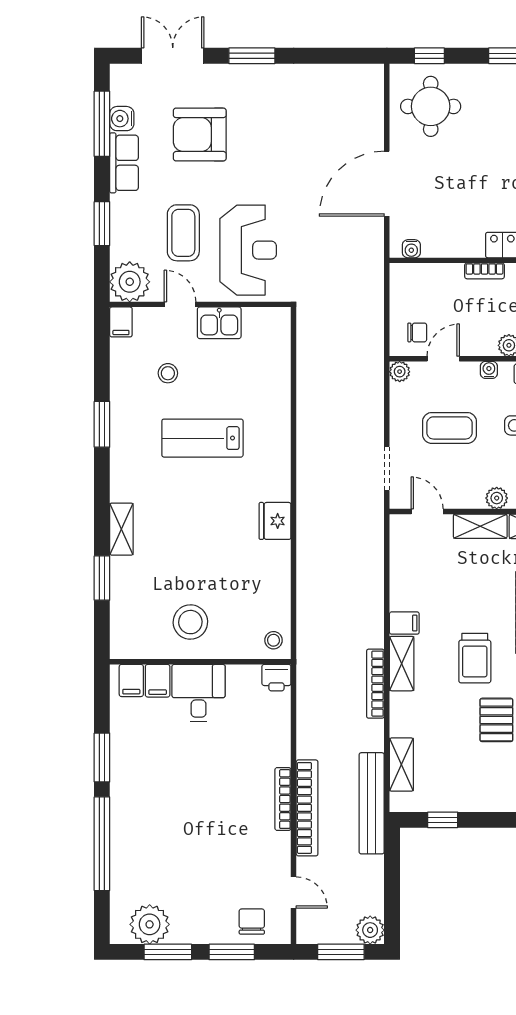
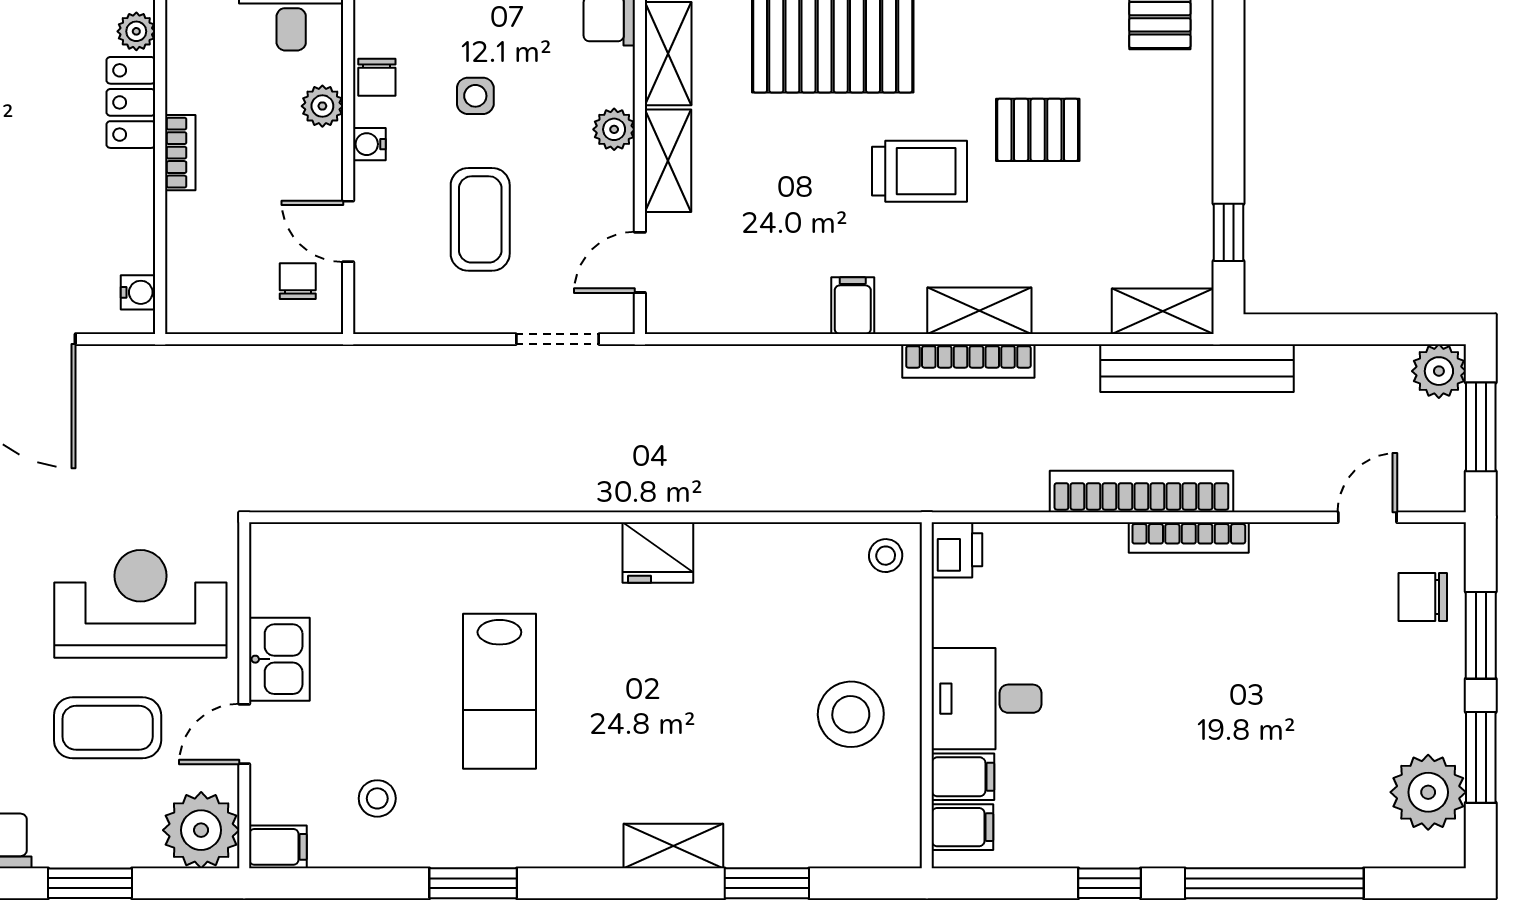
plant: (400, 372) -> (373, 315), removed
stool: (168, 373) -> (377, 798), moved
shelving: (402, 664) -> (979, 311), moved
window: (102, 757) -> (1109, 883), width x0.67
shelving: (401, 765) -> (1163, 311), moved
bookcase: (307, 808) -> (1141, 491), moved

